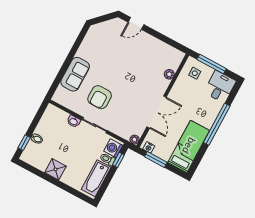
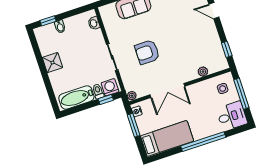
window: (171, 42) -> (227, 49), added
armchair: (100, 97) -> (147, 52), moved
washbasin: (74, 121) -> (94, 23), moved

